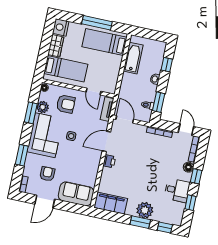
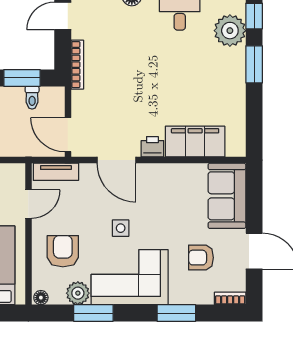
door: (125, 119) -> (68, 135), hinge flipped
filing cabinet: (111, 203) -> (195, 142), moved, turned 90
plant: (145, 210) -> (230, 31), moved

